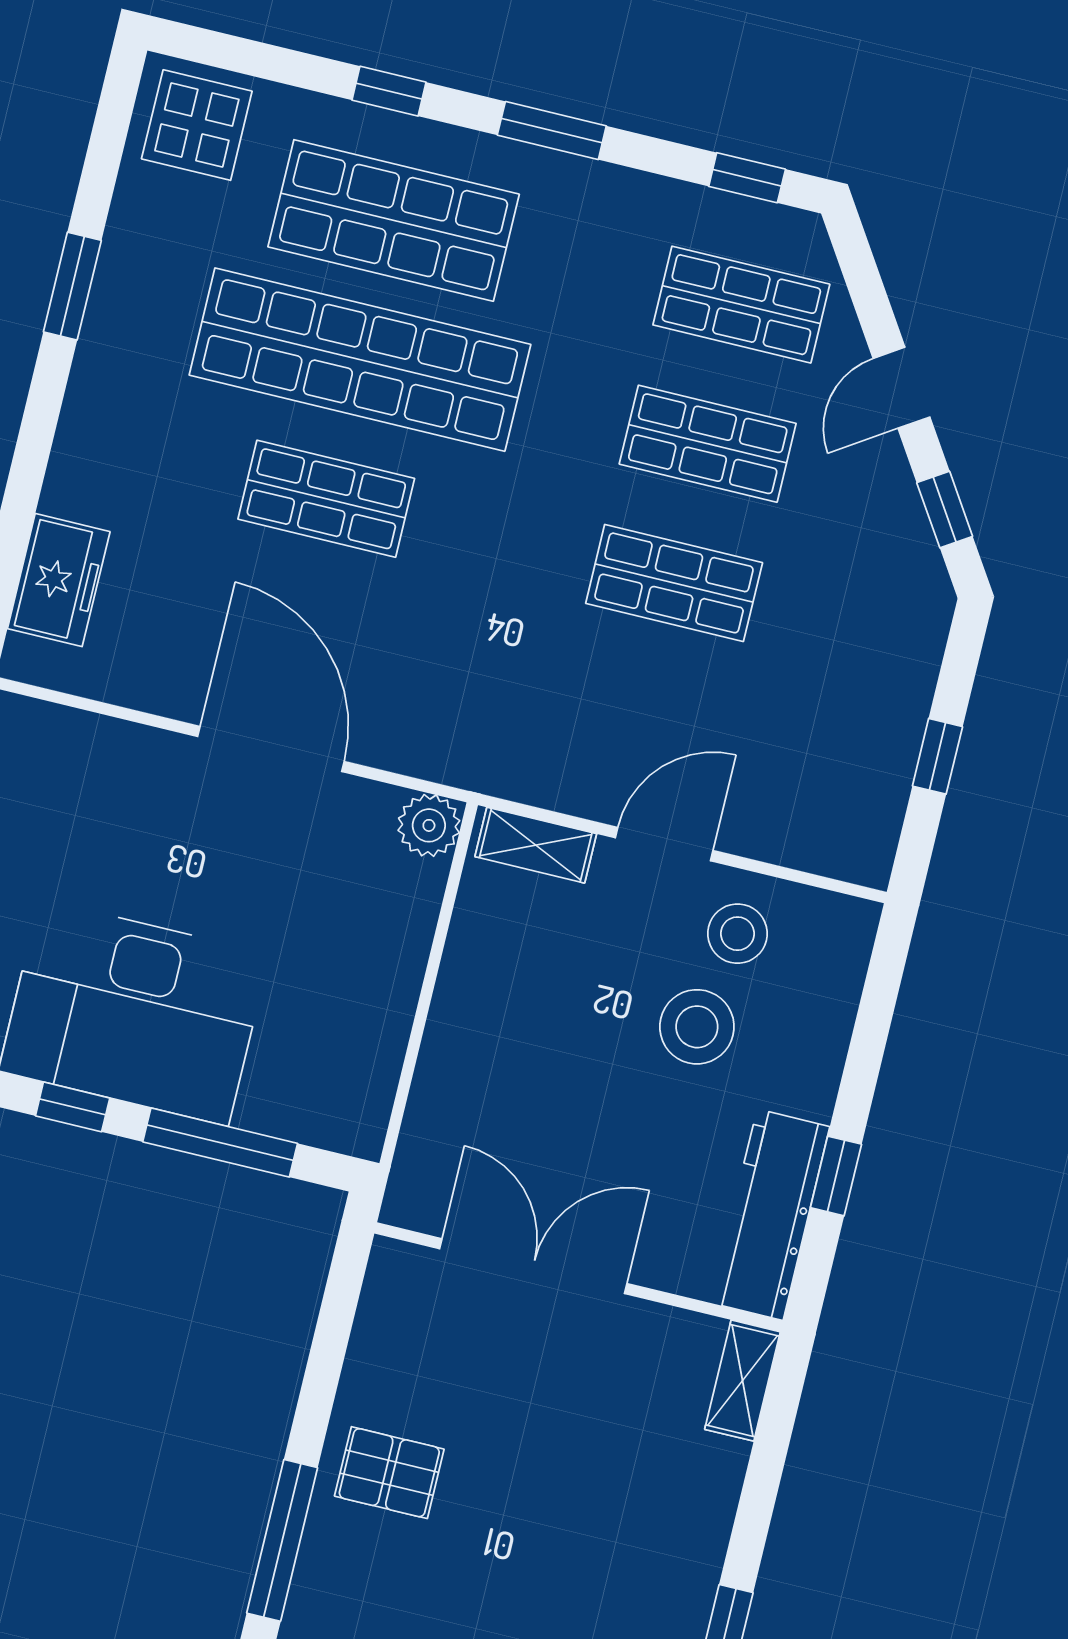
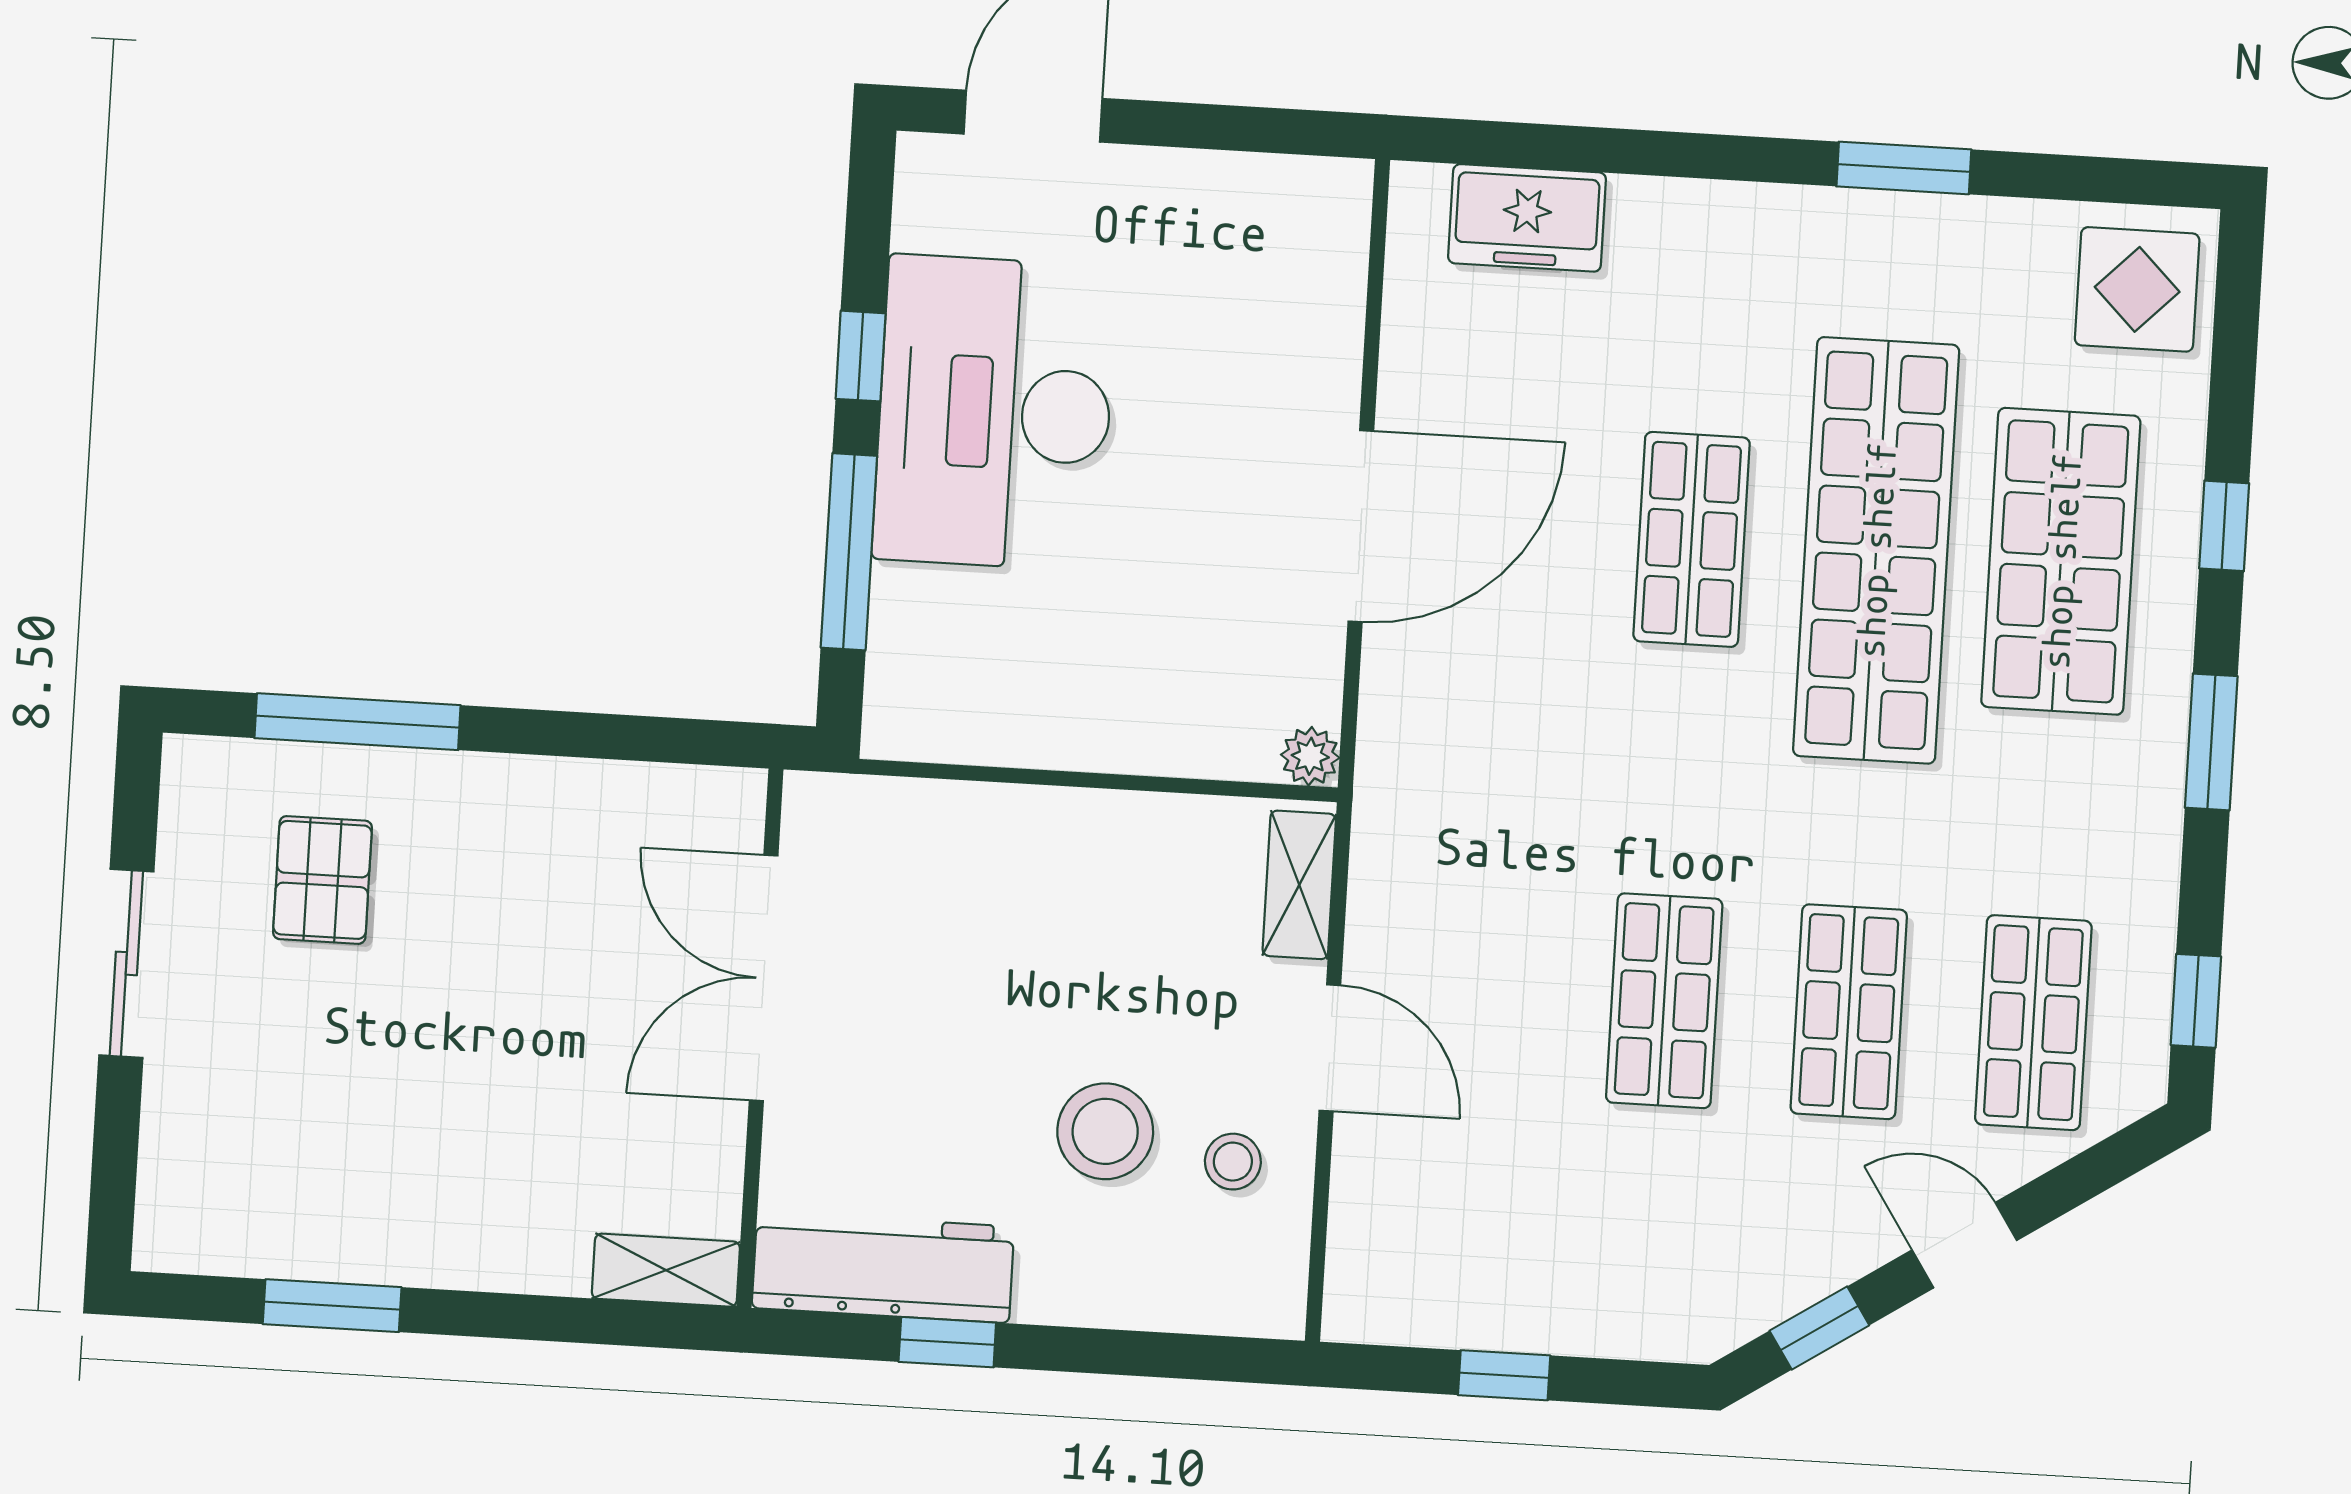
plant: (429, 825) -> (1310, 756), width x0.73, depth x0.73
stool: (737, 934) -> (1233, 1162), width x0.73, depth x0.73
double door: (533, 1266) -> (764, 978), swing flipped
pallet: (389, 1473) -> (322, 880), moved

